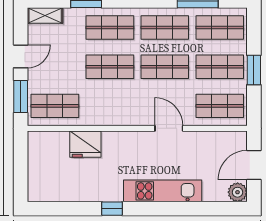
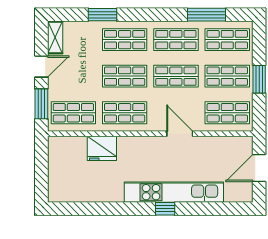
shelving: (45, 15) -> (55, 37), moved, turned 90
shop shelf: (110, 106) -> (125, 113), added
kitchen unit: (163, 191) -> (174, 192), width x1.36
plant: (238, 192) -> (244, 193), removed
window: (112, 209) -> (165, 209), moved

